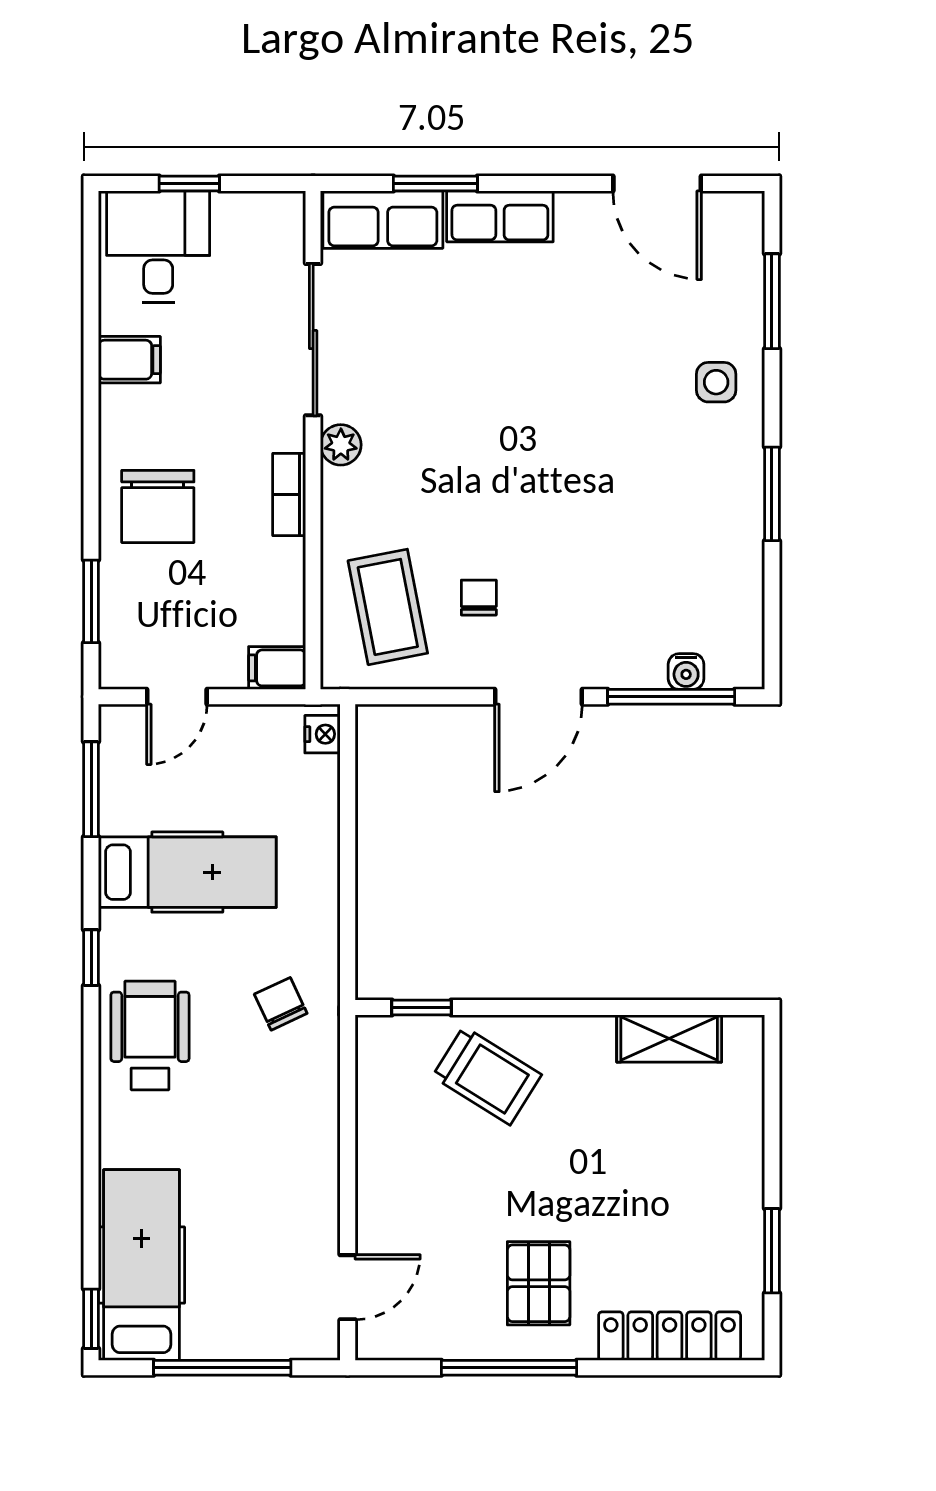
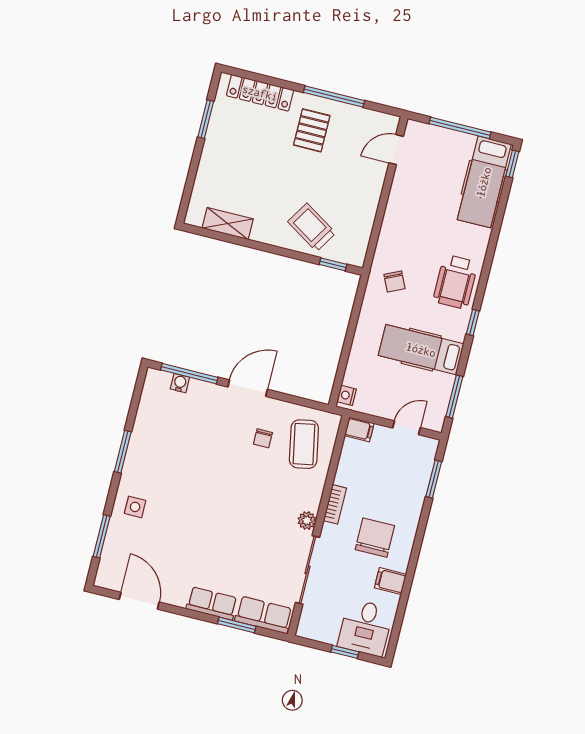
chair: (158, 506) -> (375, 538), moved

